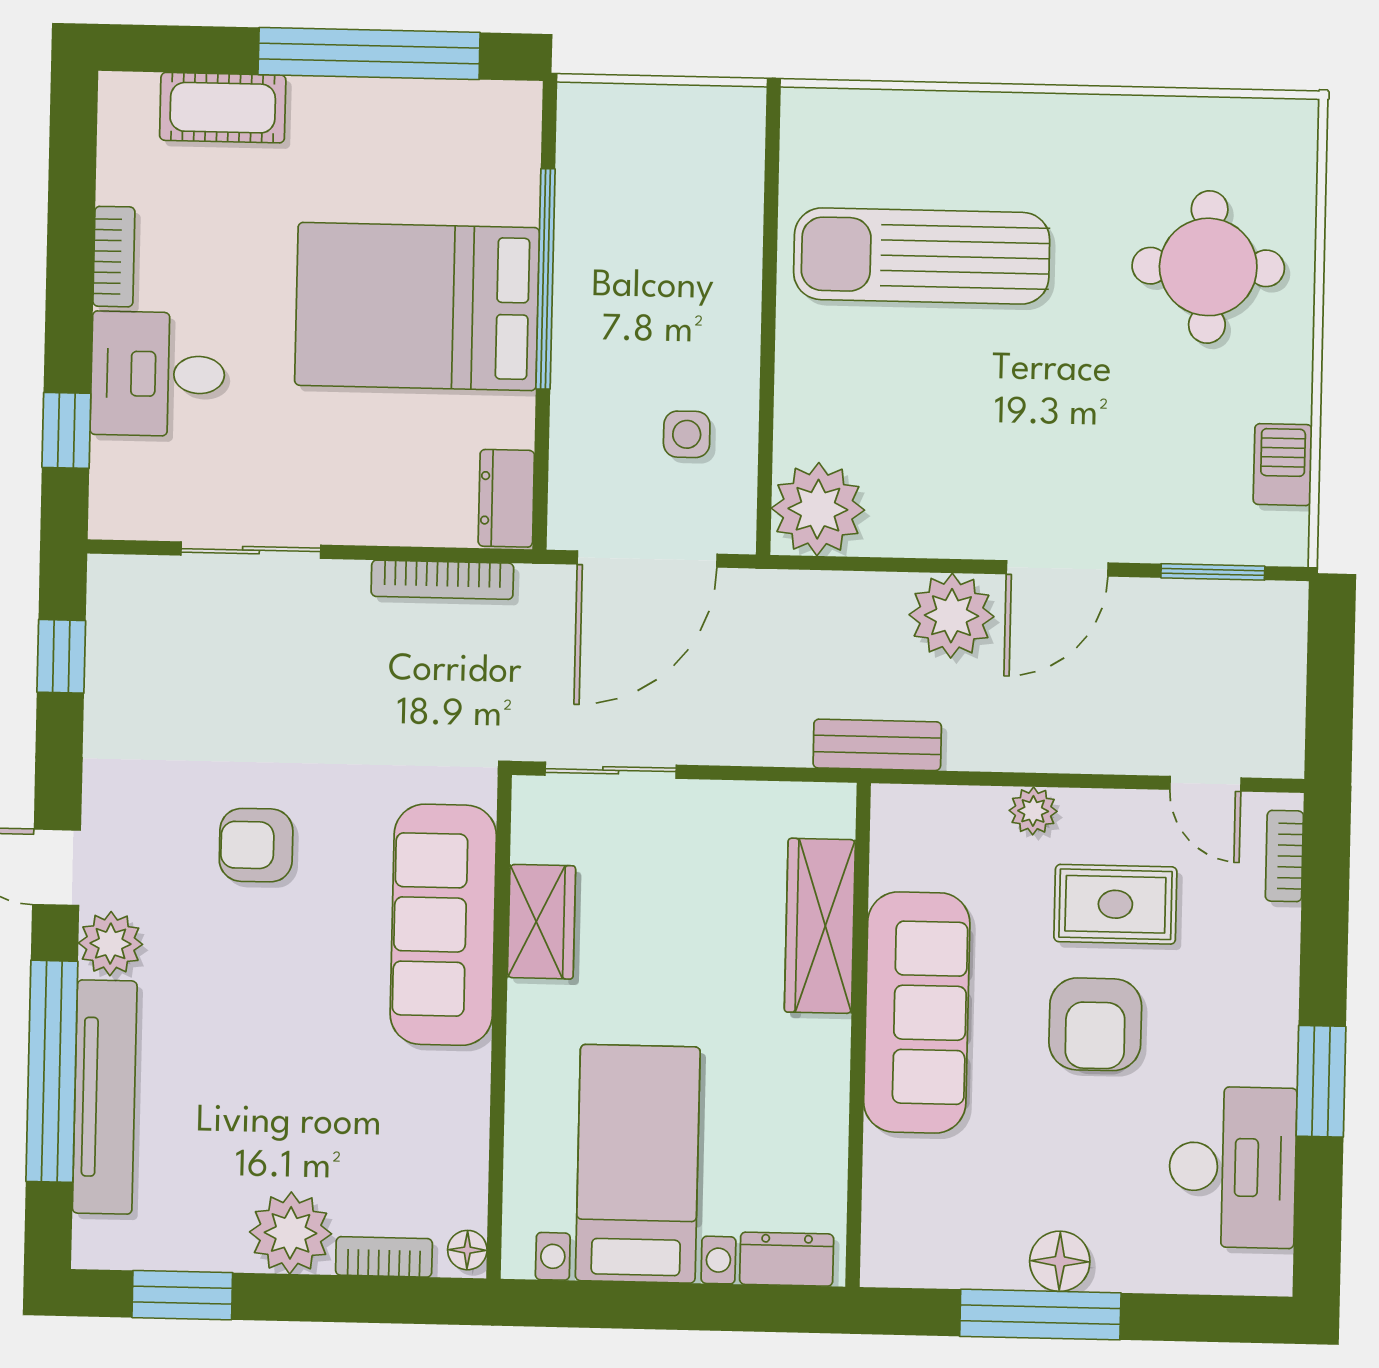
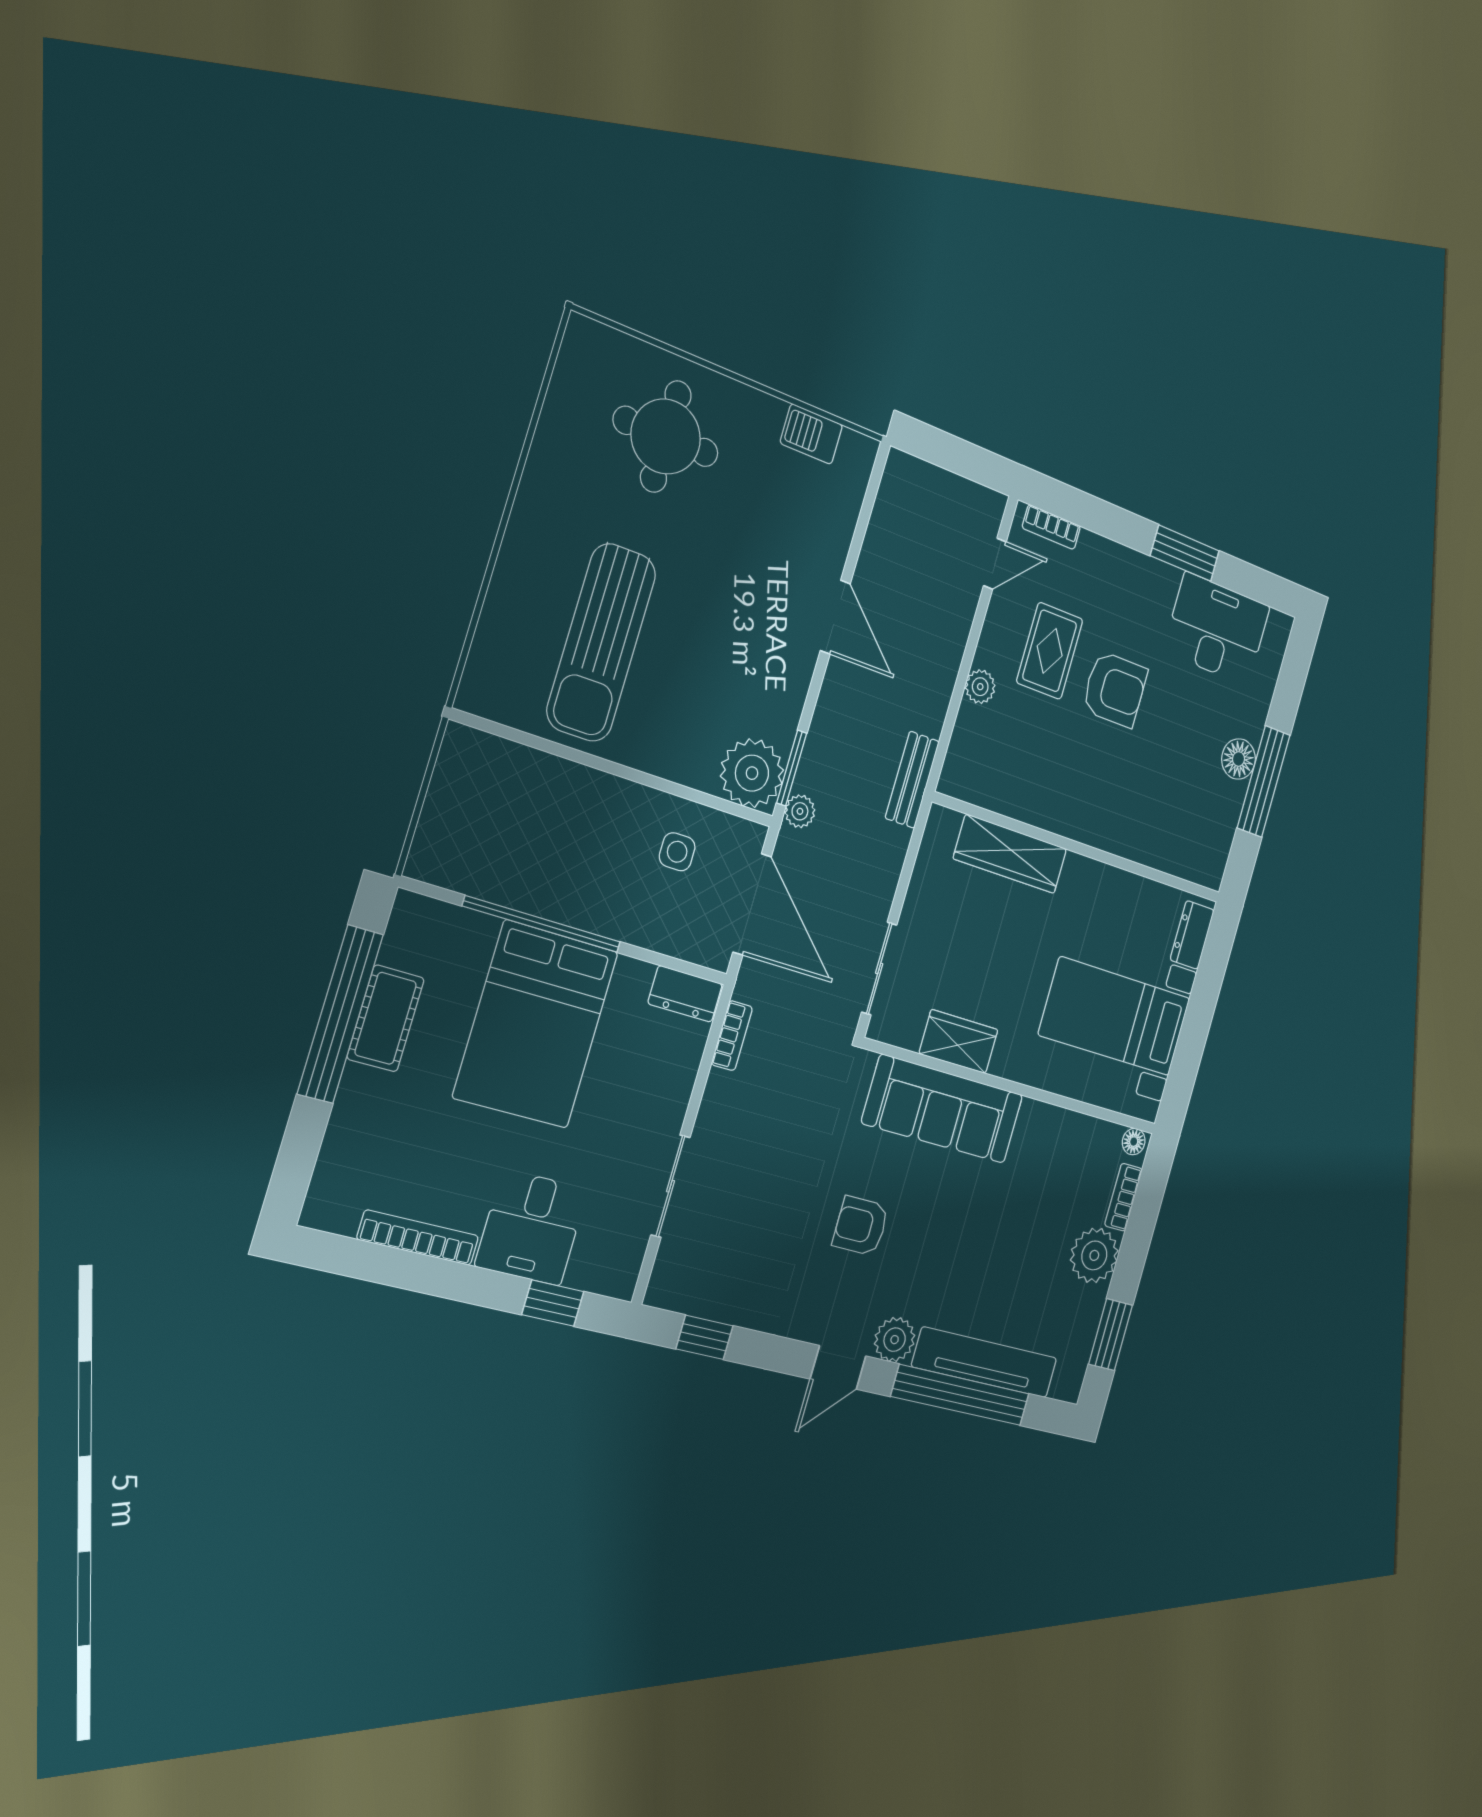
cot: (223, 108) -> (386, 1018), moved
bookcase: (114, 257) -> (418, 1238), width x1.56
window: (1213, 572) -> (792, 768), moved
bookcase: (442, 580) -> (732, 1036), width x0.64
plant: (951, 616) -> (800, 811), moved, width x0.53, depth x0.53
armchair: (256, 845) -> (861, 1226), turned 90
sofa: (917, 1012) -> (1077, 805), removed

